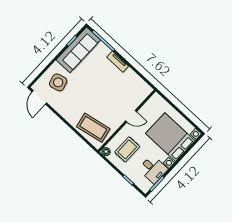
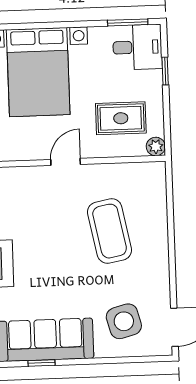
door: (131, 116) -> (66, 162), hinge flipped
coffee table: (93, 128) -> (110, 231), moved
desk: (153, 169) -> (137, 47), moved, turned 90

